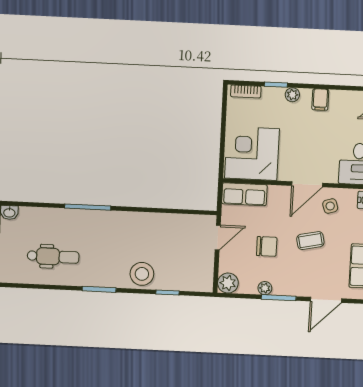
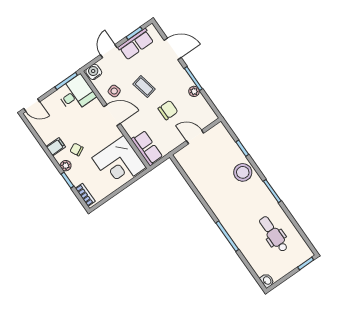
chair: (300, 119) -> (77, 149), added
door: (218, 237) -> (195, 137), moved
chair: (267, 246) -> (168, 110), turned 90
plant: (228, 283) -> (208, 116), removed

